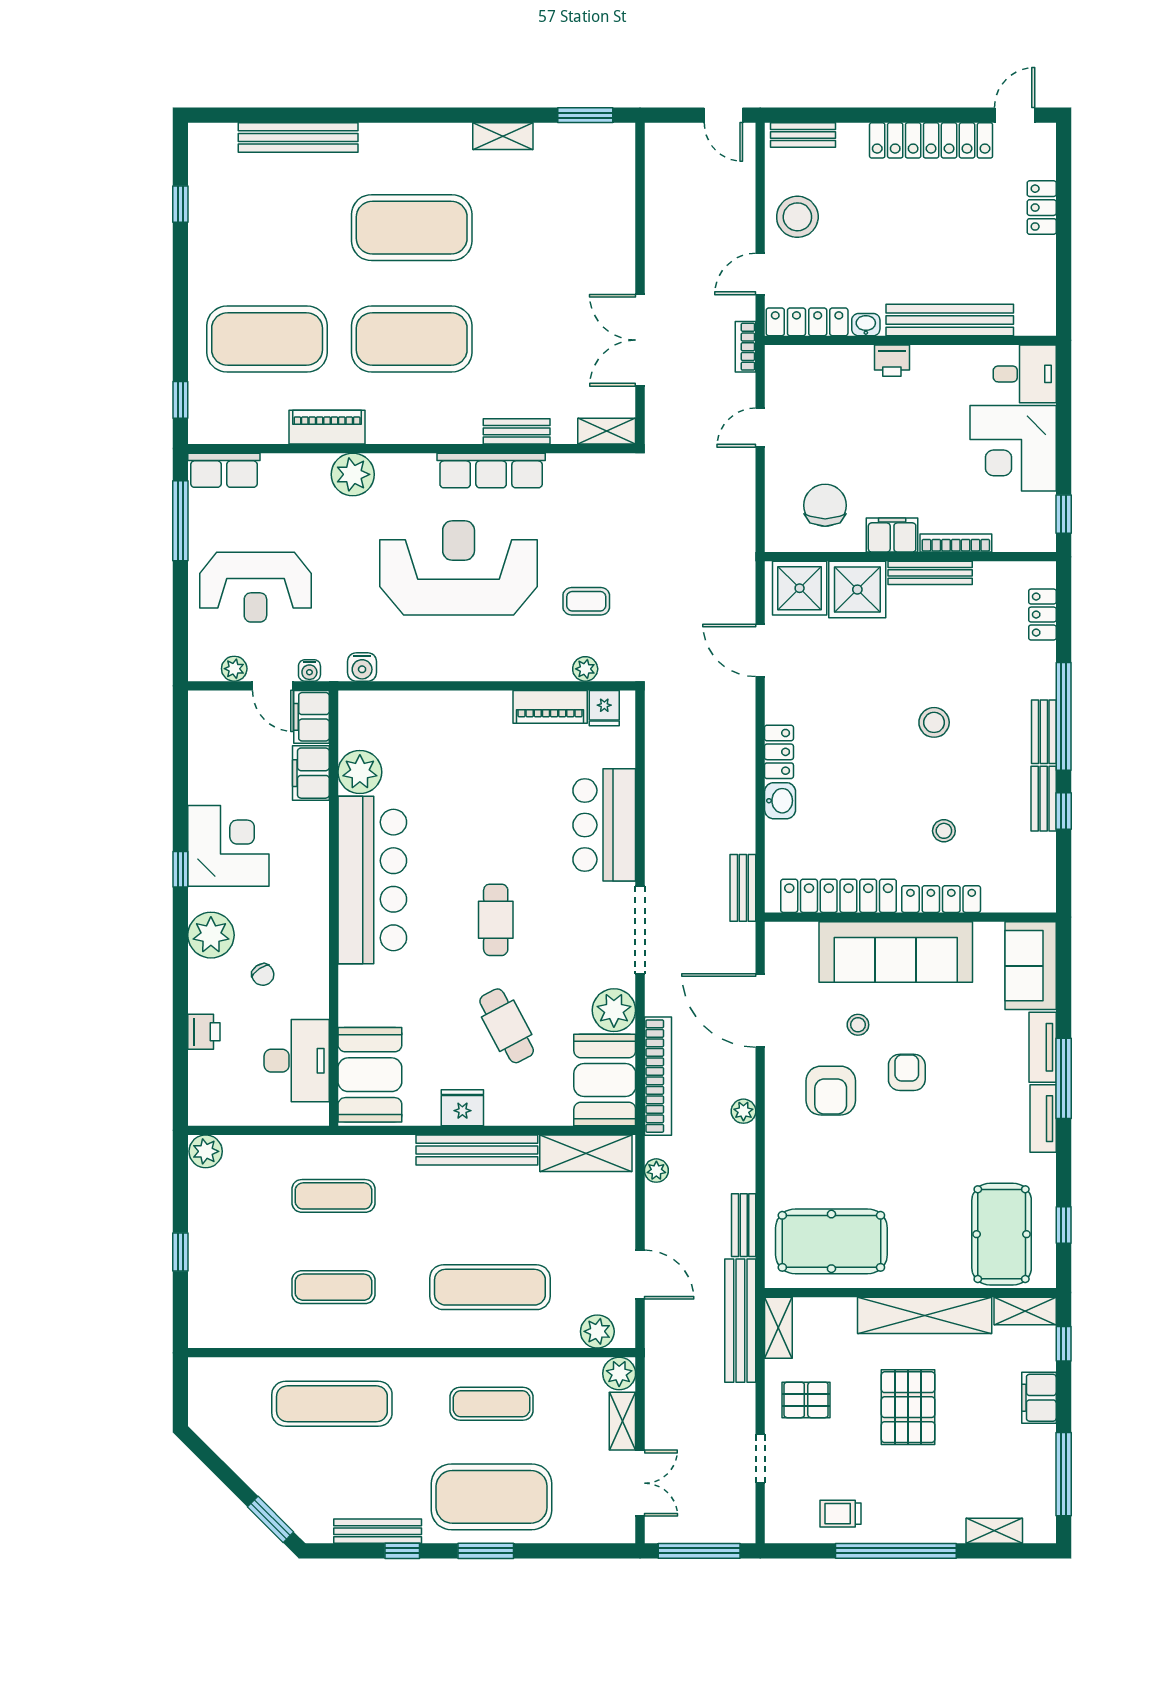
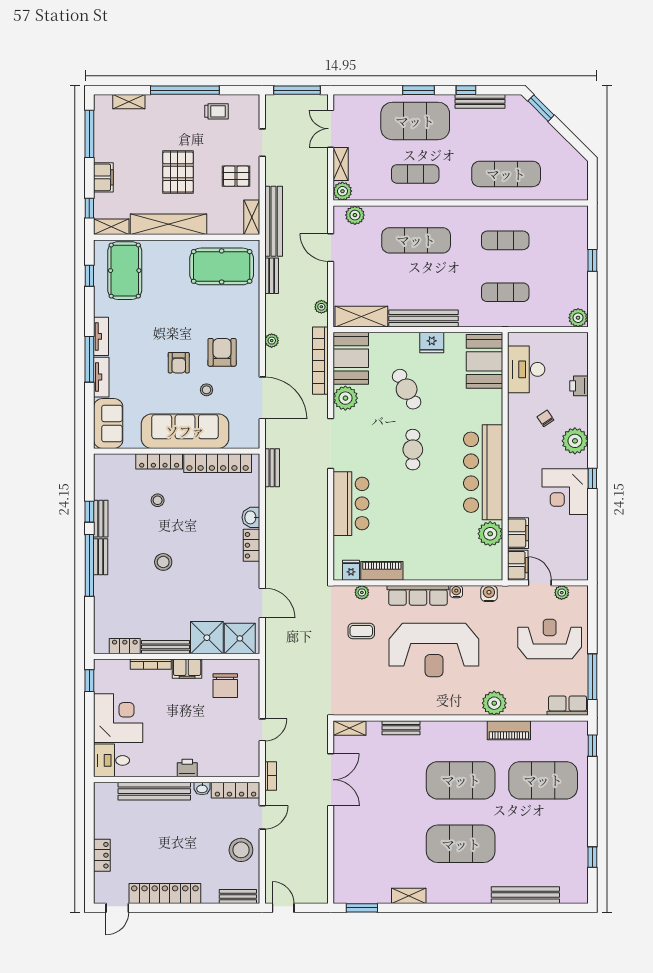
row of seats: (491, 470) -> (418, 595), moved, turned 180
locker: (1042, 615) -> (125, 646), moved, turned -90
water cooler: (309, 670) -> (456, 592), moved

